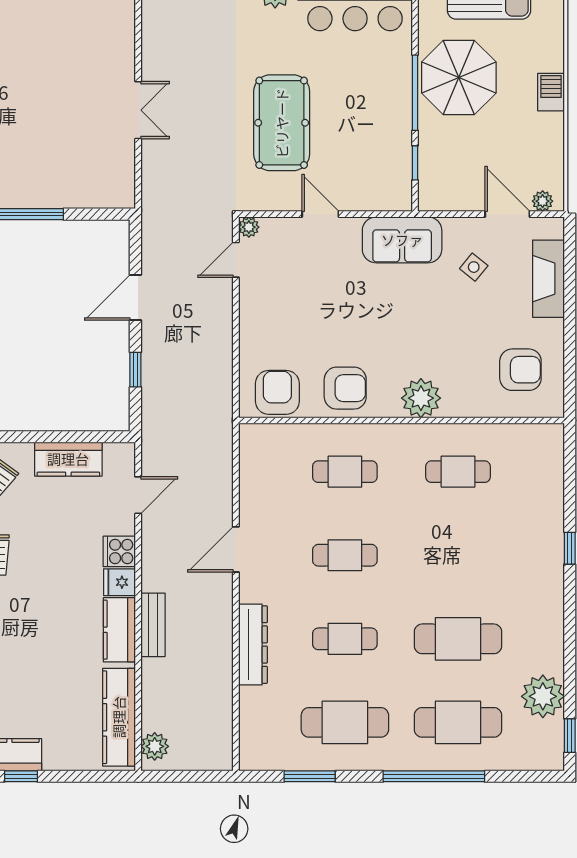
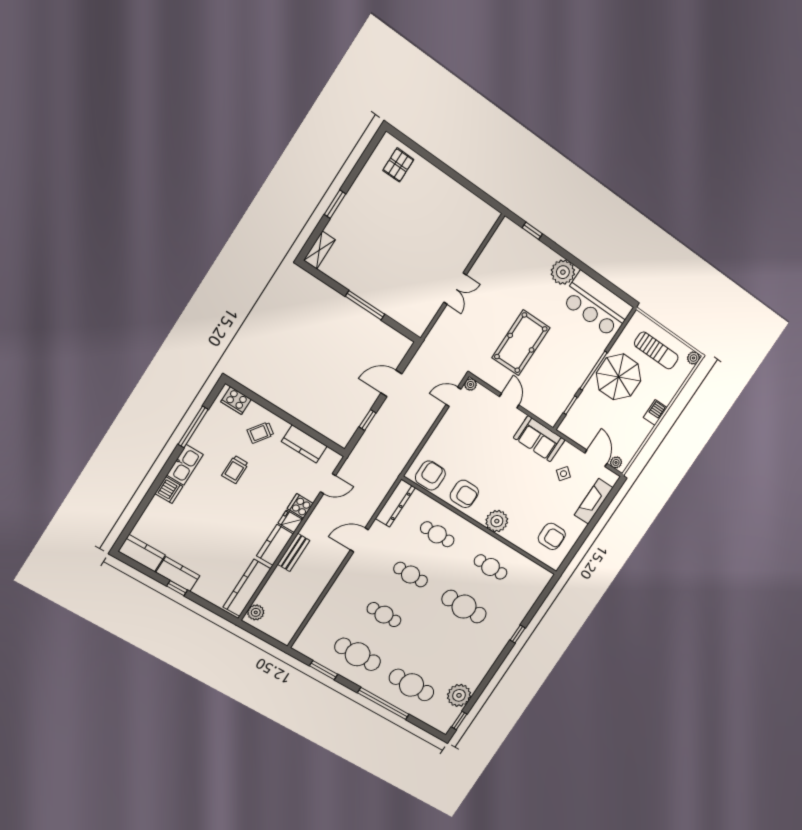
cafe table: (458, 639) -> (464, 607), moved
dresser: (253, 645) -> (395, 503), moved

